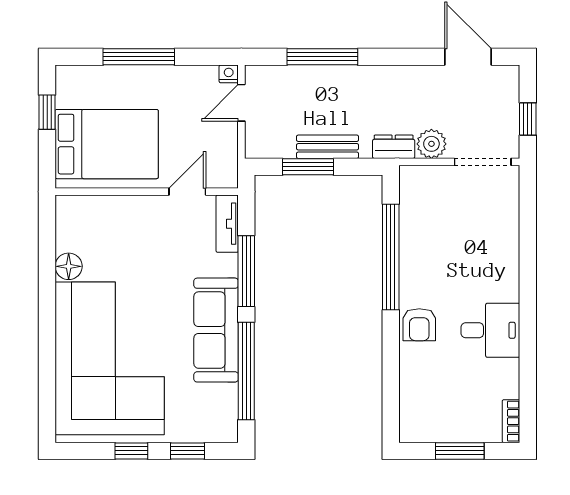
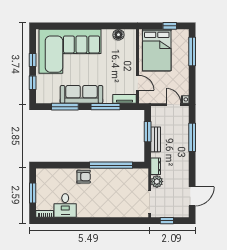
window: (139, 57) -> (192, 52), moved
floor lamp: (69, 266) -> (118, 35), moved
armchair: (419, 325) -> (84, 177), turned 180
desk: (490, 330) -> (65, 205), moved
window: (246, 371) -> (65, 107), width x0.68

